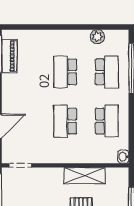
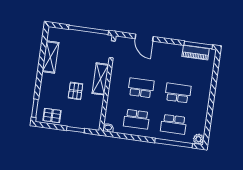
plant: (97, 37) -> (198, 139), moved
shelving: (85, 176) -> (100, 79), moved

